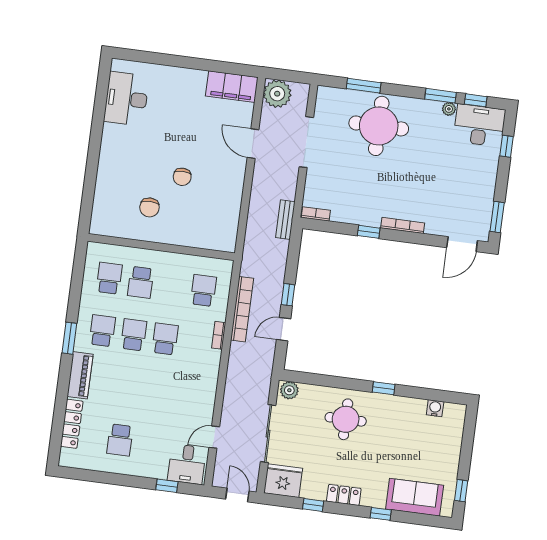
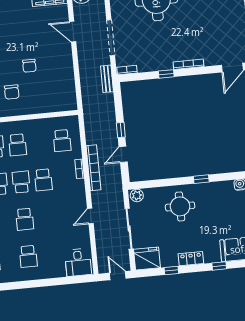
doorway: (306, 142) -> (111, 38), moved
school desk: (203, 291) -> (62, 141), turned 180
bookcase: (242, 309) -> (93, 168), moved
school desk: (165, 339) -> (43, 180), turned 180
school desk: (127, 387) -> (25, 219), added
door: (214, 437) -> (90, 216), moved
window: (167, 486) -> (68, 280), removed

